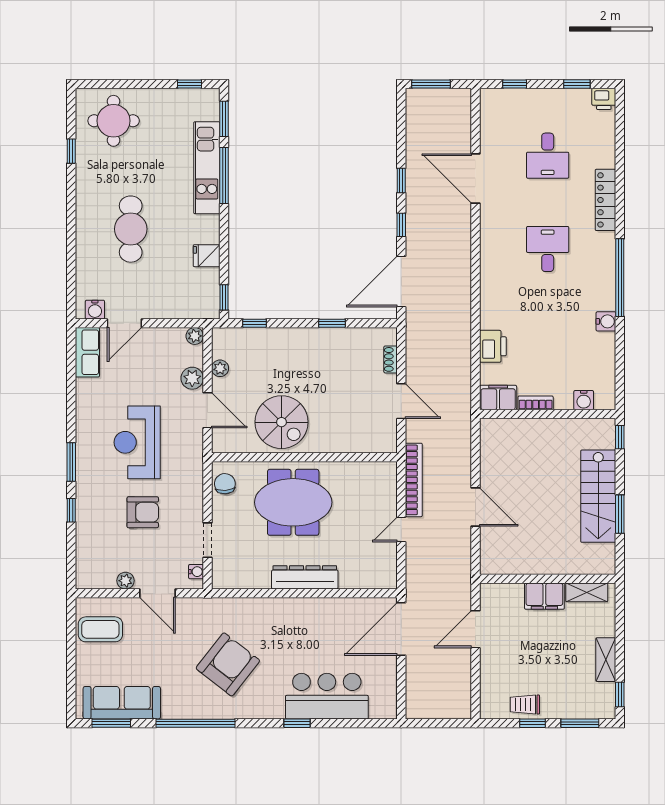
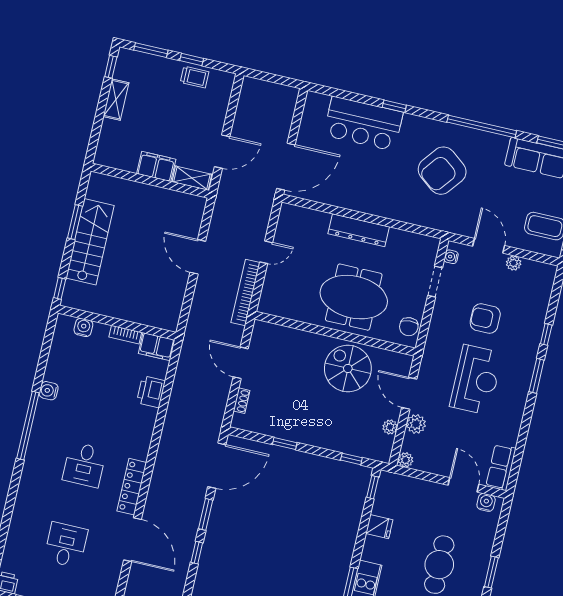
locker: (606, 200) -> (132, 487), moved, turned 180
window: (401, 225) -> (206, 514), width x1.50
window: (71, 234) -> (491, 572), added
door: (124, 323) -> (463, 485), hinge flipped
shelving: (587, 592) -> (192, 178), moved

